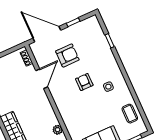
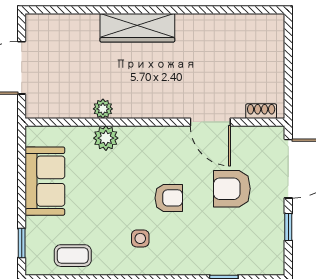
armchair: (67, 55) -> (232, 189), turned 90
plant: (70, 123) -> (106, 138), added

